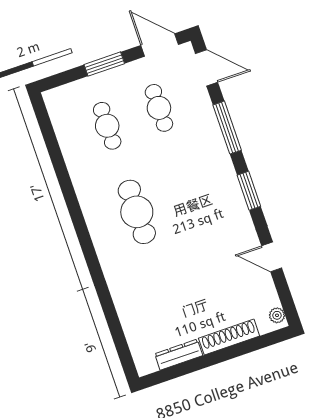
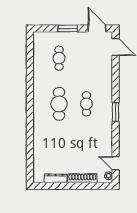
cafe table: (159, 108) -> (86, 104), moved
window: (227, 128) -> (116, 79), removed
door: (272, 257) -> (116, 163), moved

